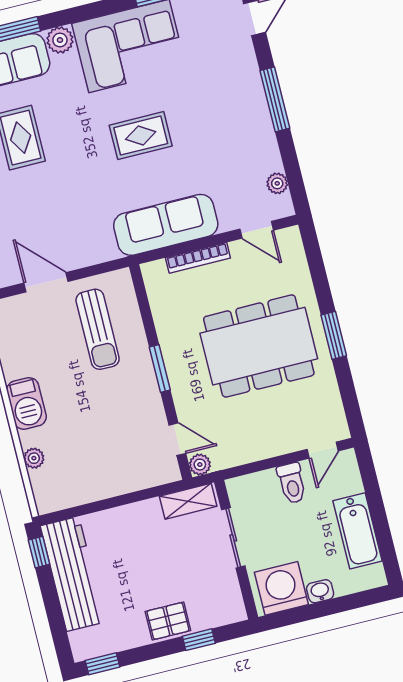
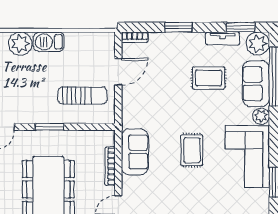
sofa: (166, 225) -> (135, 152), width x0.73
sun lounger: (98, 329) -> (82, 95), turned 180
plant: (34, 458) -> (20, 44), width x1.87, depth x1.87

